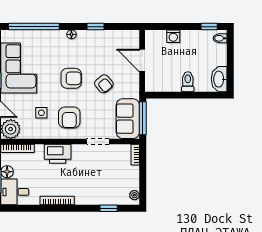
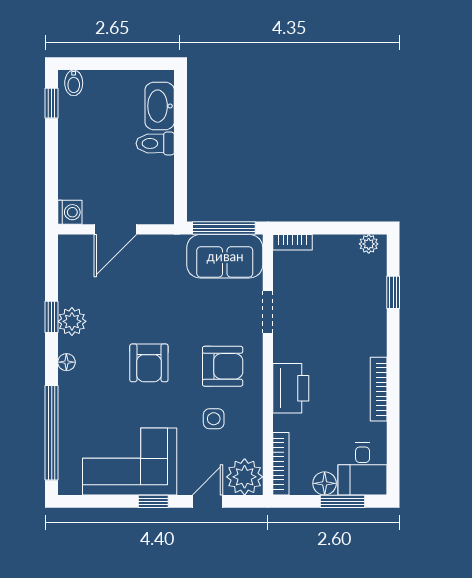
washing machine: (173, 36) -> (70, 212), moved
plant: (93, 37) -> (72, 321), added
armchair: (71, 78) -> (149, 363), turned 180
washbasin: (219, 79) -> (160, 106), moved, turned 90
armchair: (104, 84) -> (159, 301), removed

